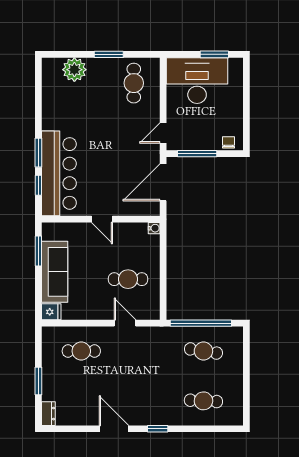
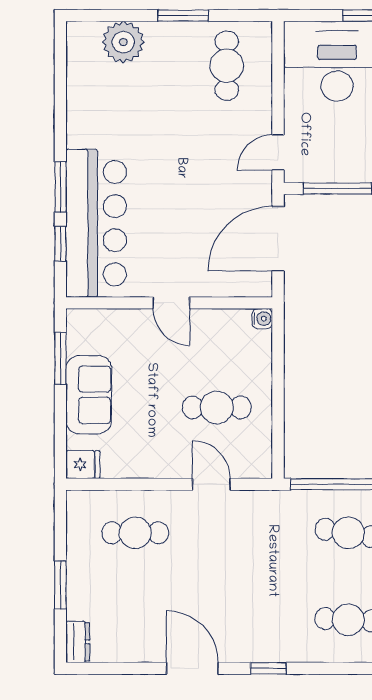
sofa: (55, 272) -> (89, 395), width x0.73

